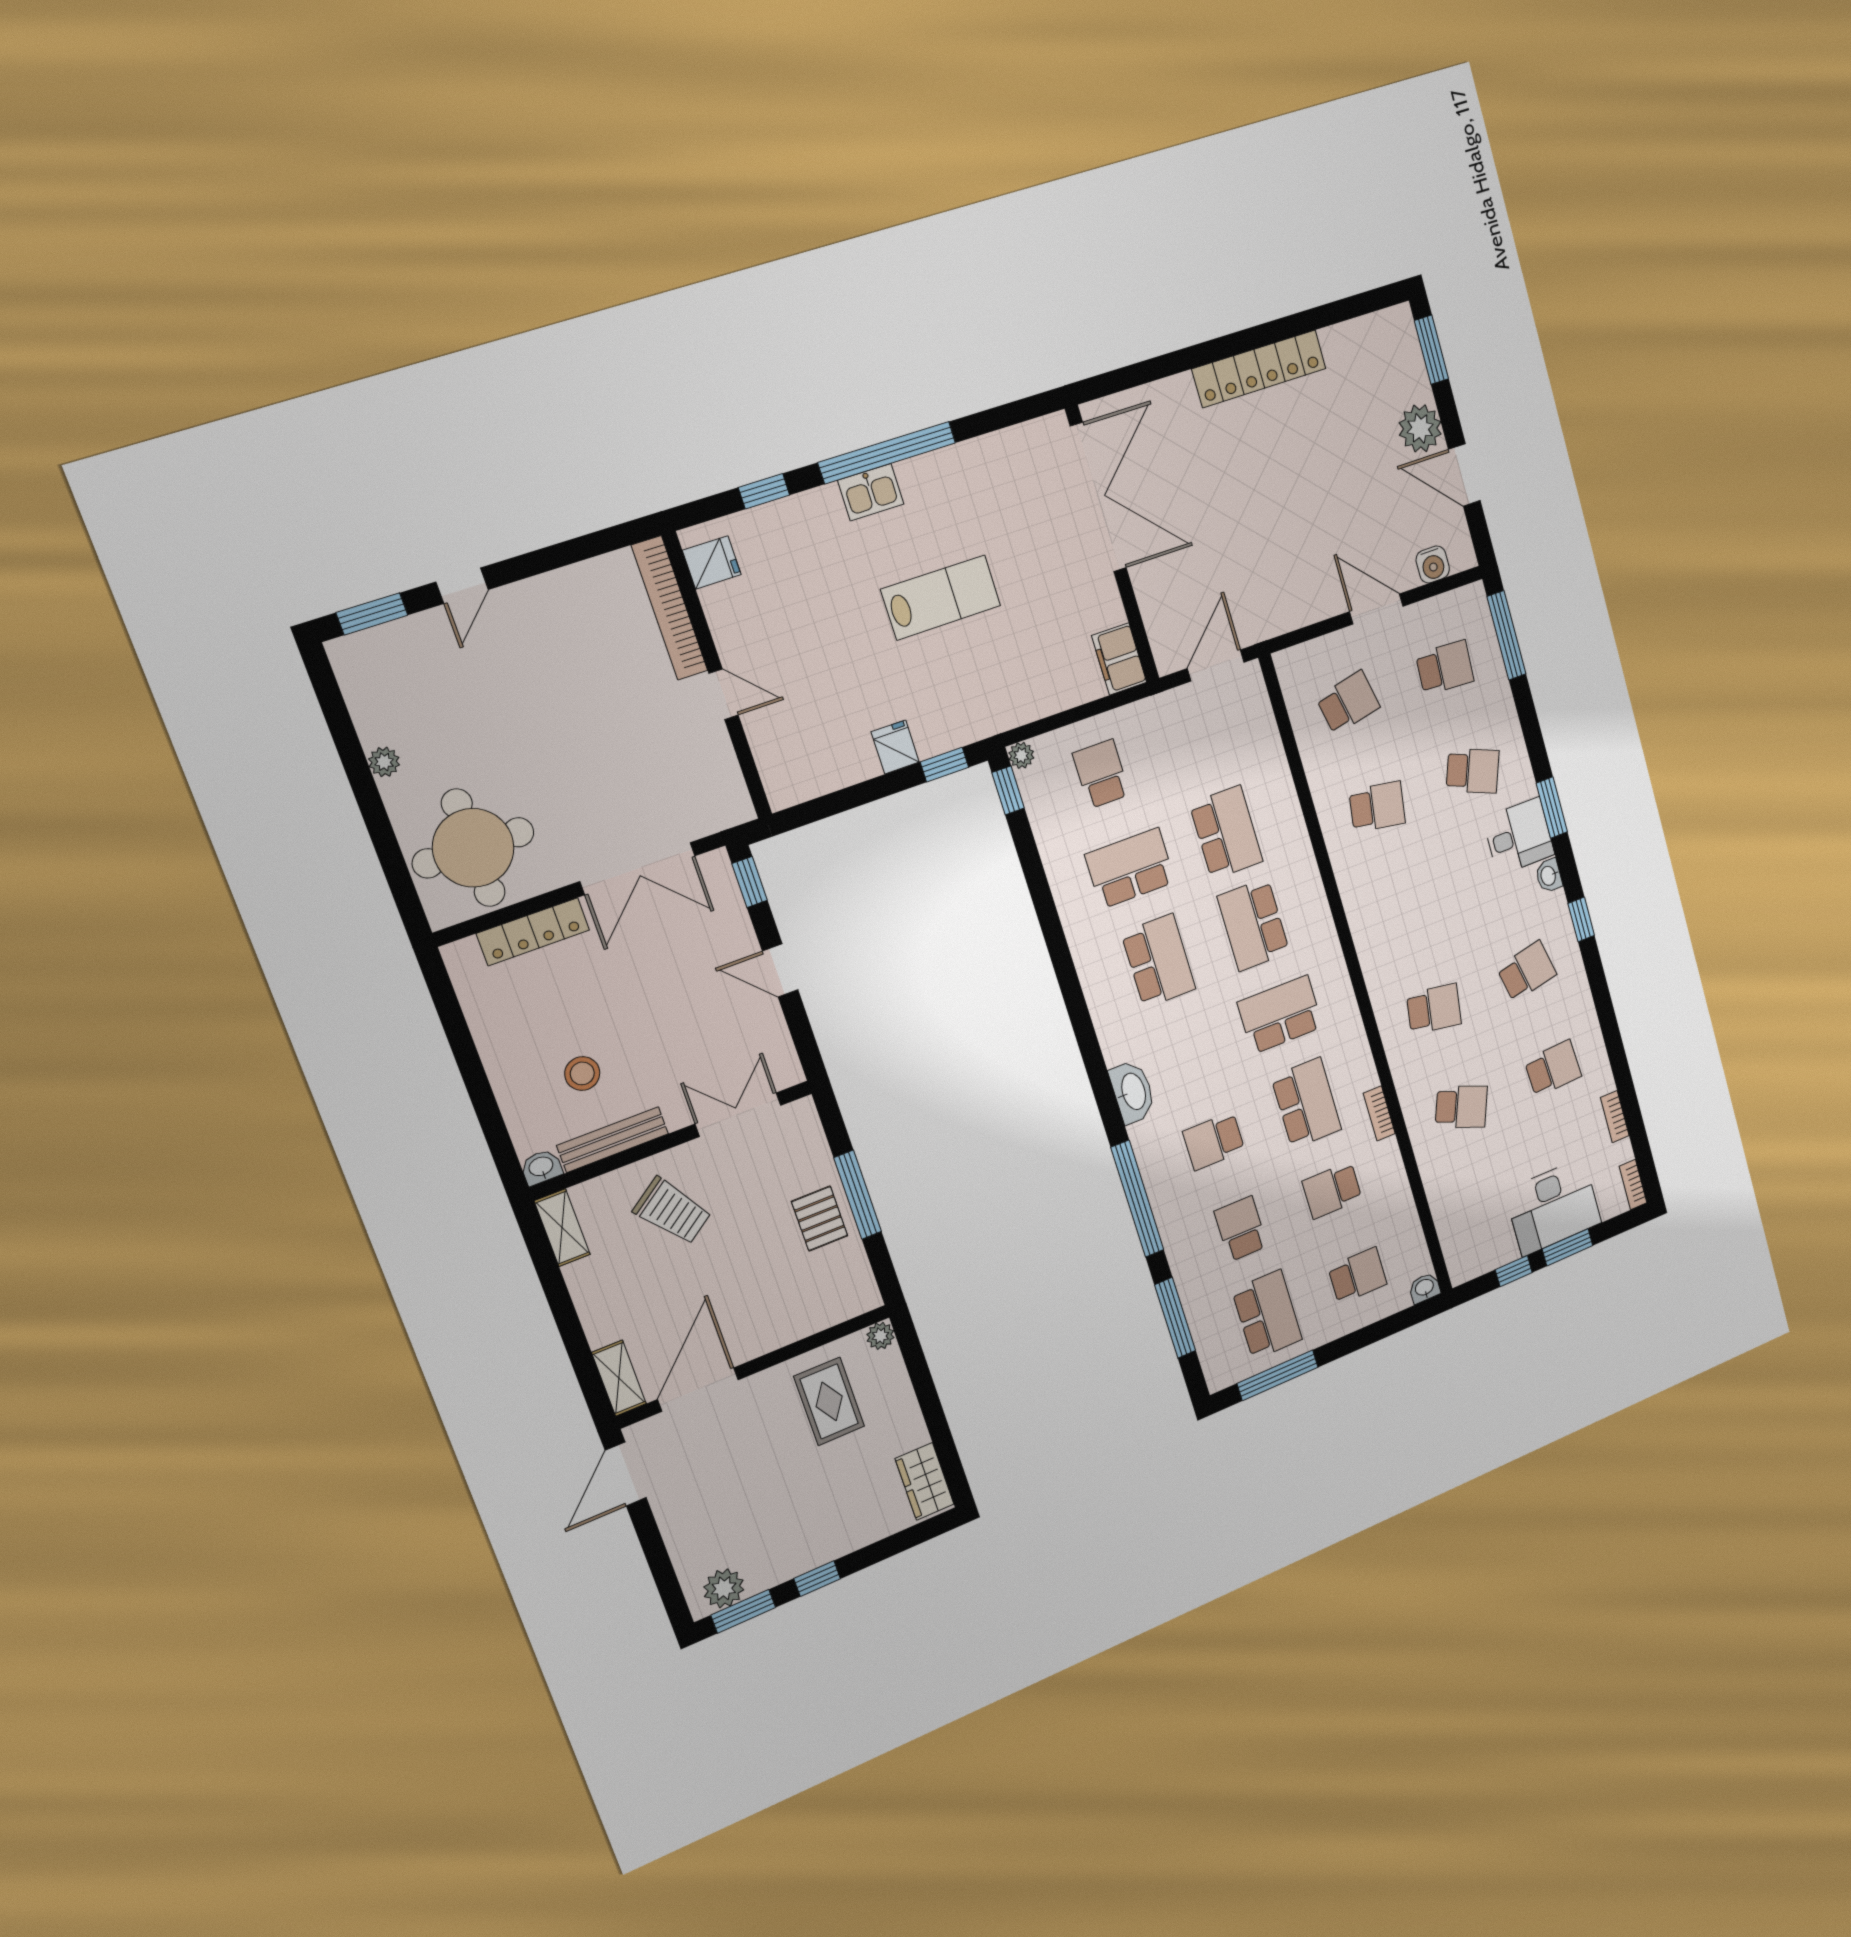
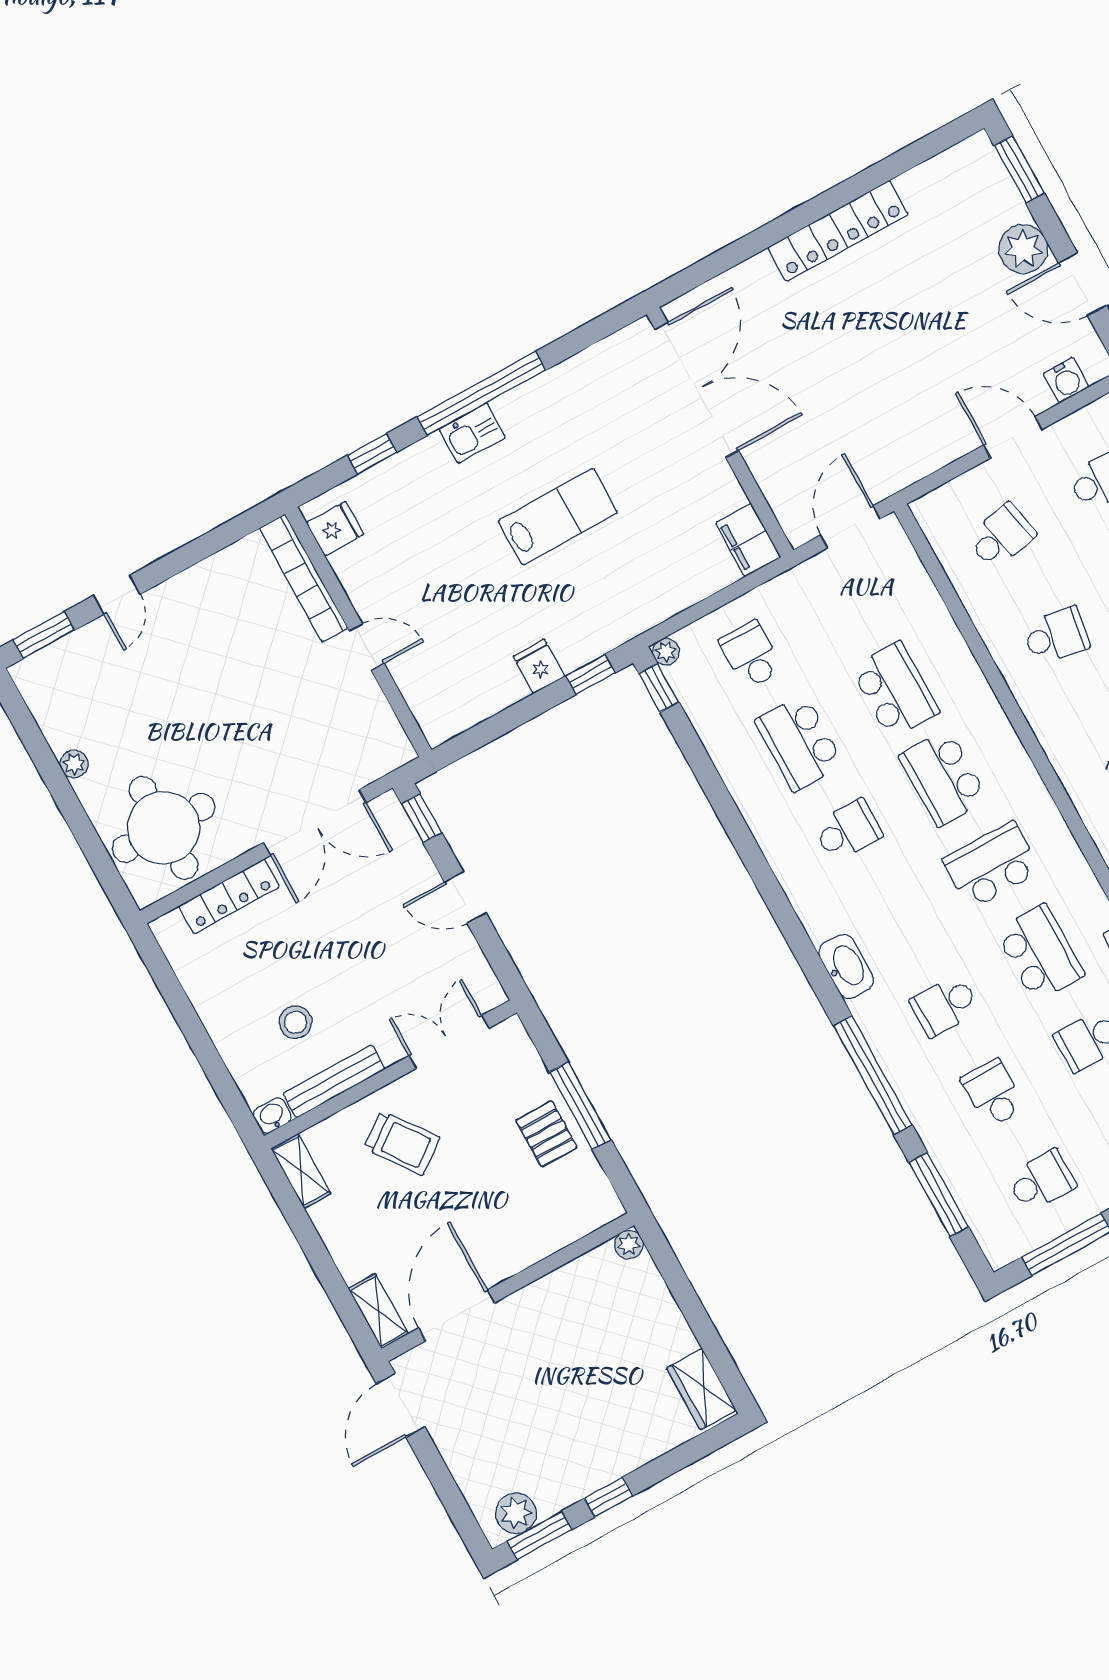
school desk: (1130, 868) -> (799, 743), turned -90
school desk: (1158, 961) -> (848, 830), width x0.54
school desk: (1267, 1315) -> (1041, 1181), width x0.54
rug: (829, 1401) -> (589, 1316), removed

